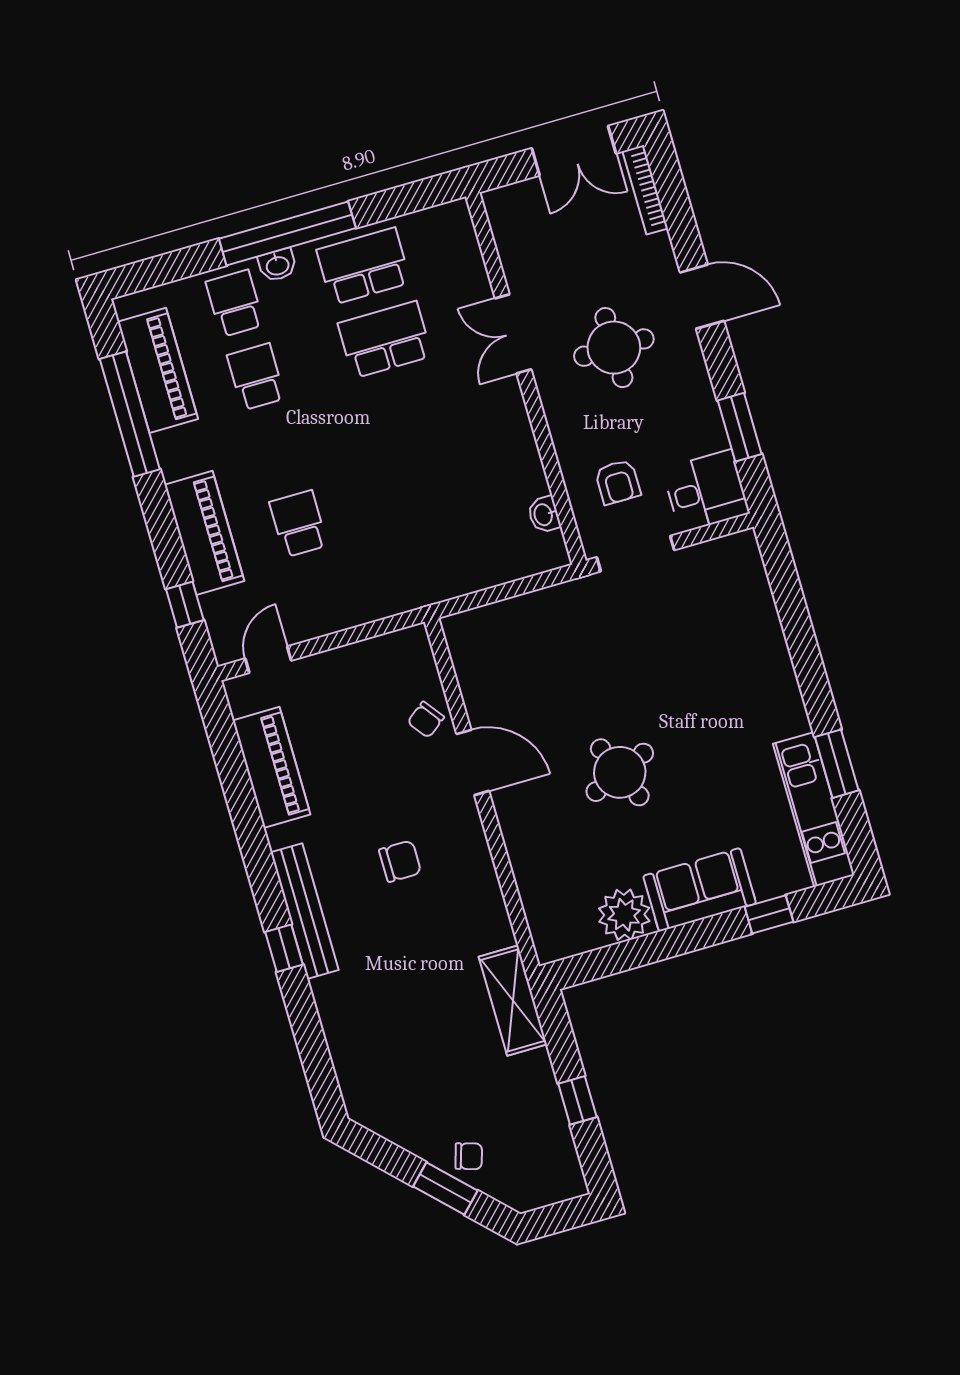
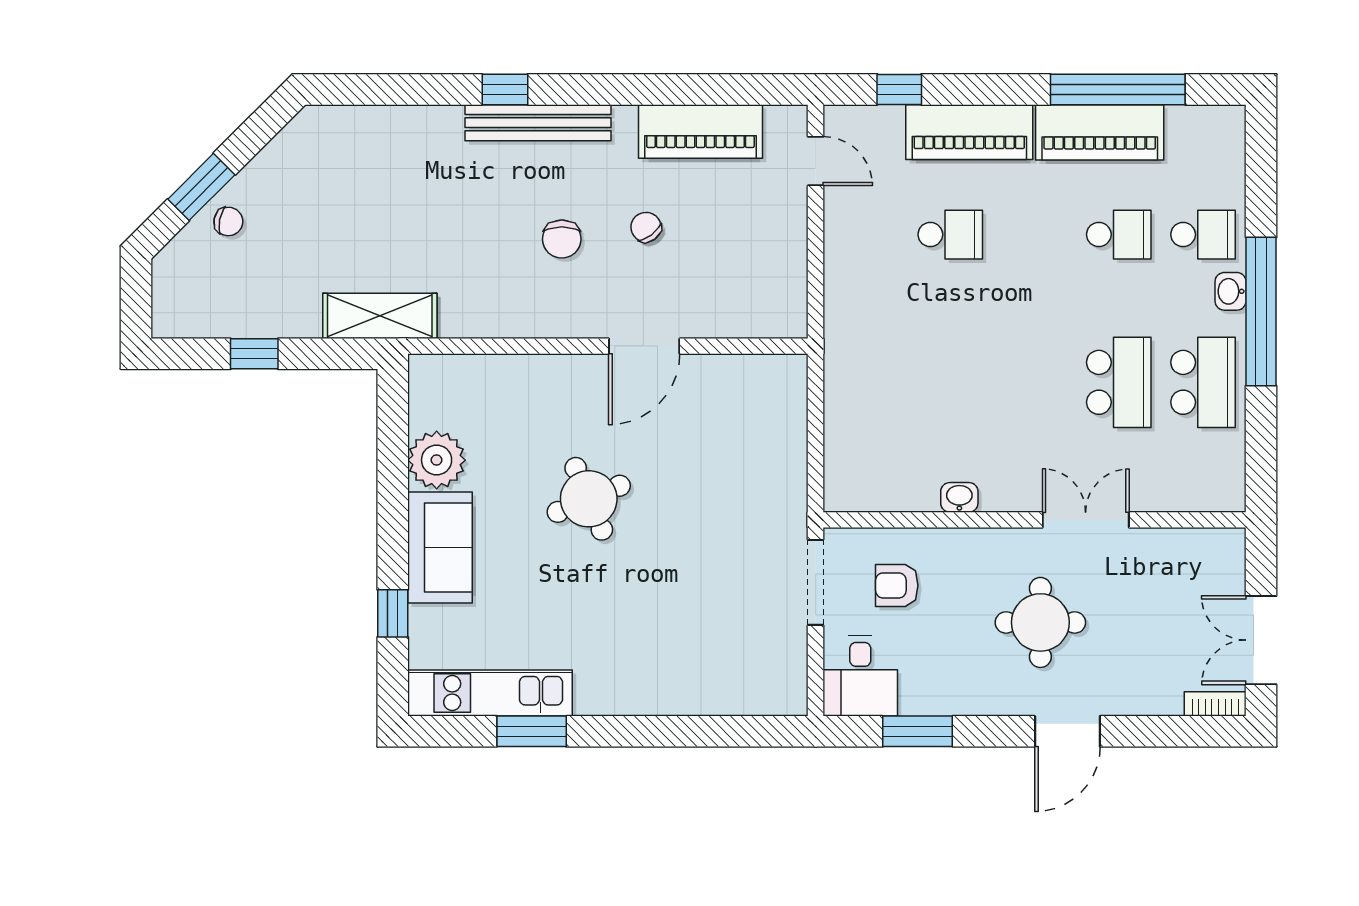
bookcase: (645, 190) -> (1215, 704), width x0.64
piano: (158, 370) -> (1100, 132), moved
washbasin: (544, 515) -> (959, 497), moved
chair: (426, 720) -> (646, 227), moved
chair: (469, 1156) -> (228, 221), turned -95

